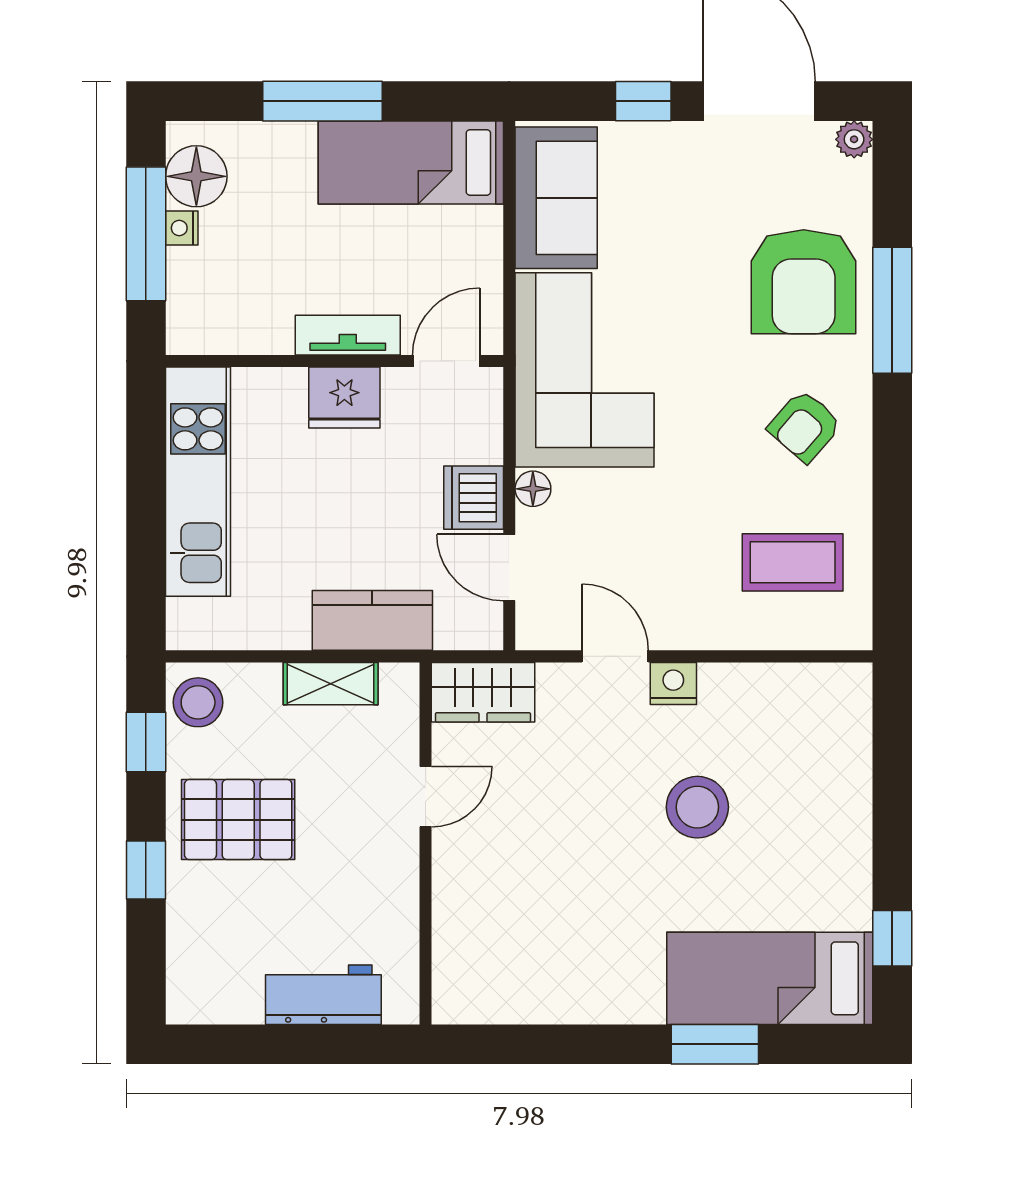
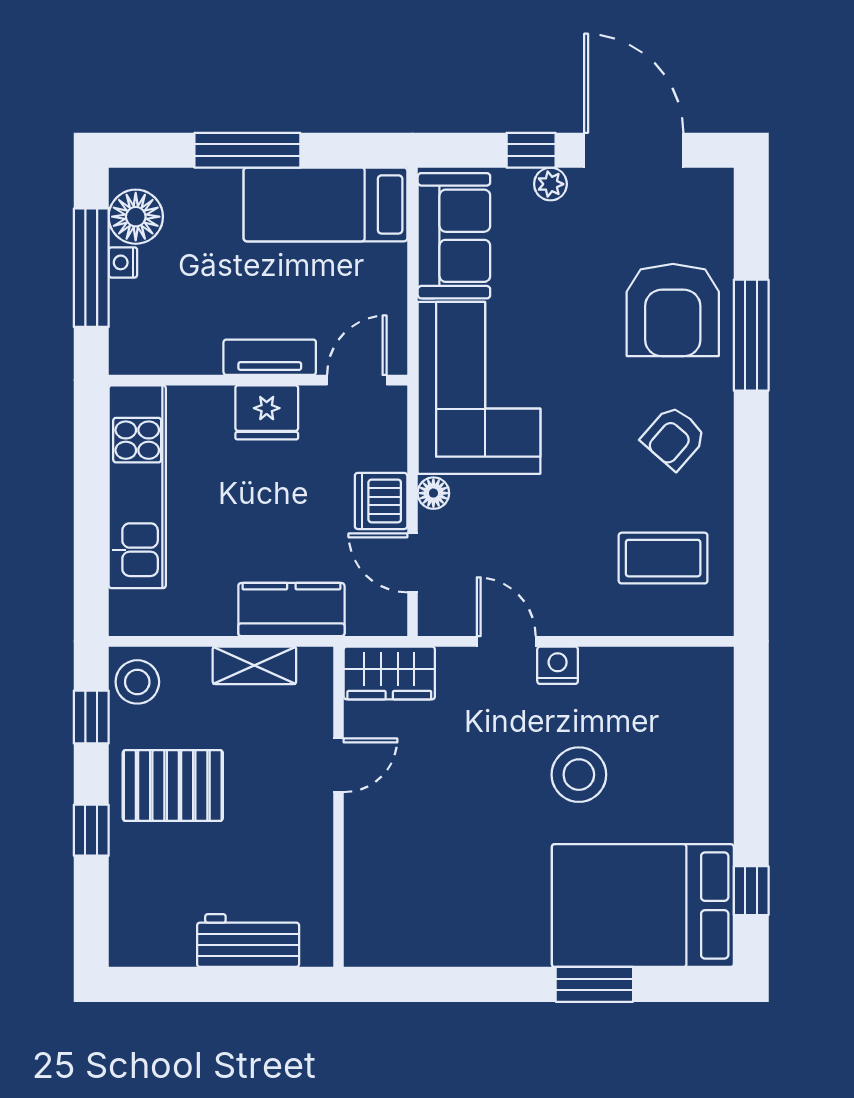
plant: (854, 139) -> (550, 184), moved
bed: (770, 978) -> (643, 906), width x1.50

